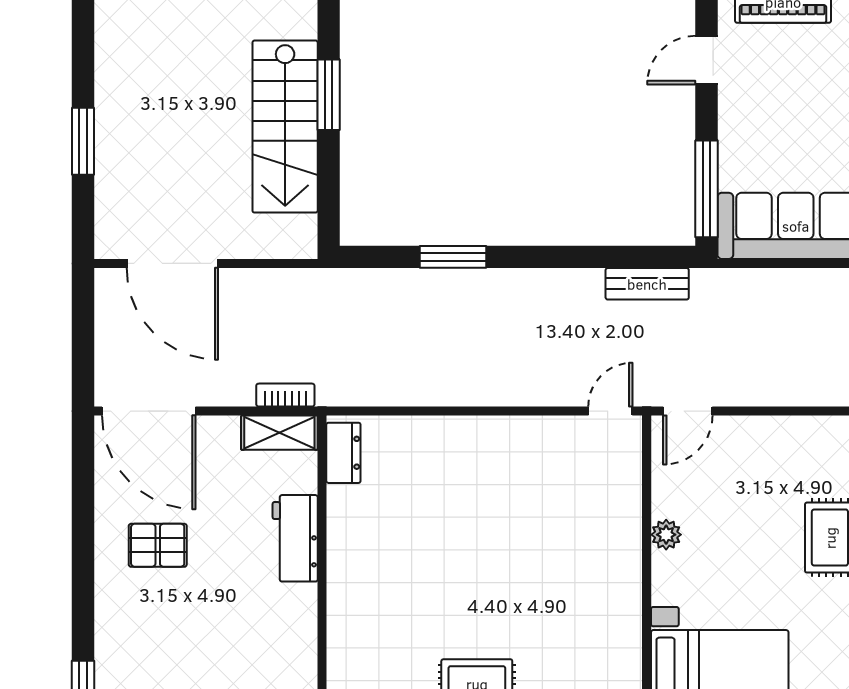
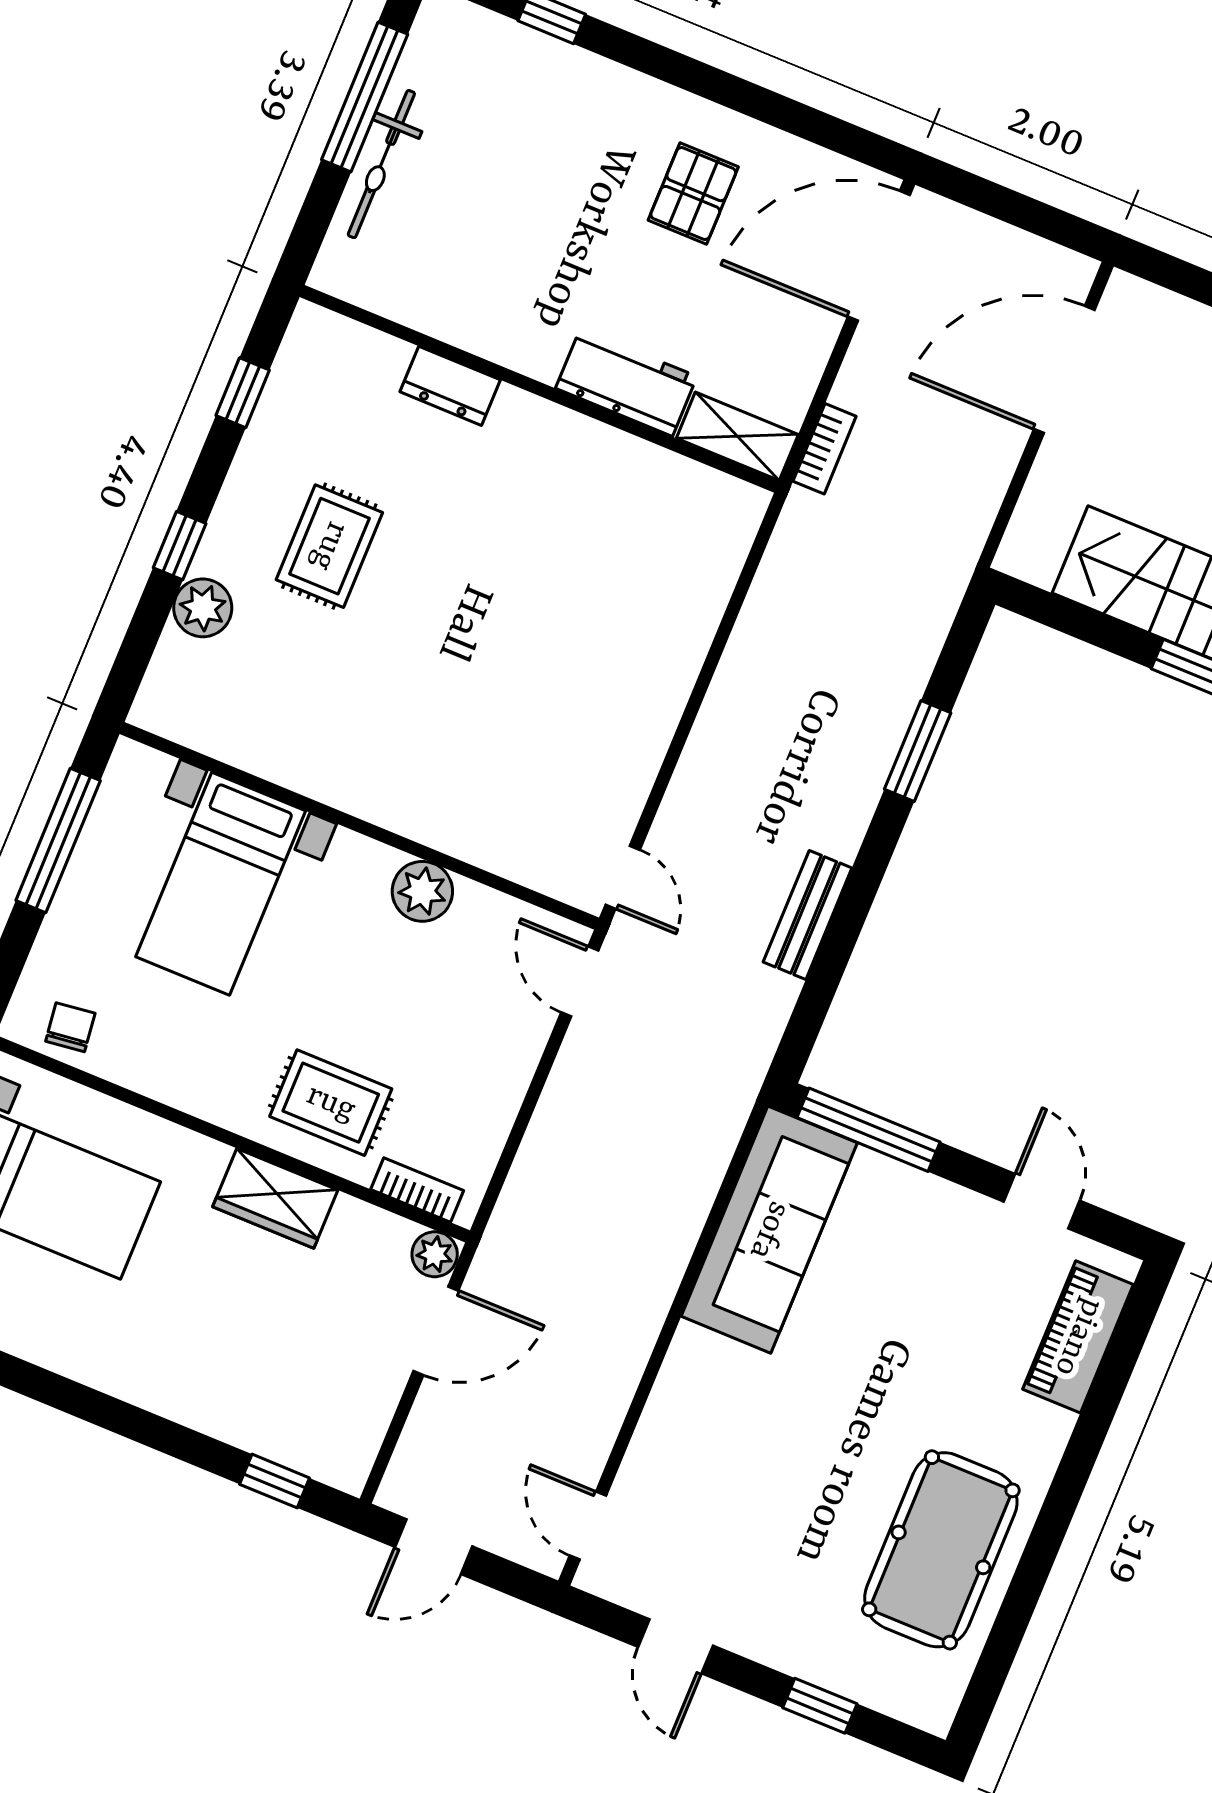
bench: (647, 284) -> (808, 915), moved
shelving: (279, 433) -> (737, 436), moved, turned 90
dresser: (343, 453) -> (450, 386), moved
plant: (666, 535) -> (422, 891), width x1.38, depth x1.38

